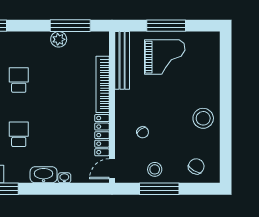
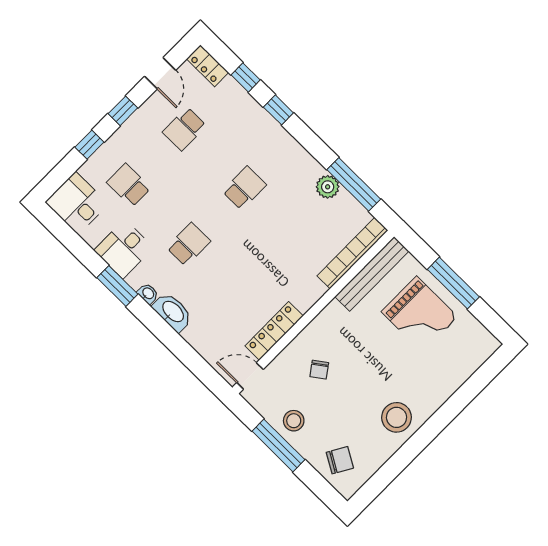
bookcase: (103, 84) -> (352, 253), moved
washbasin: (64, 178) -> (148, 294), moved

